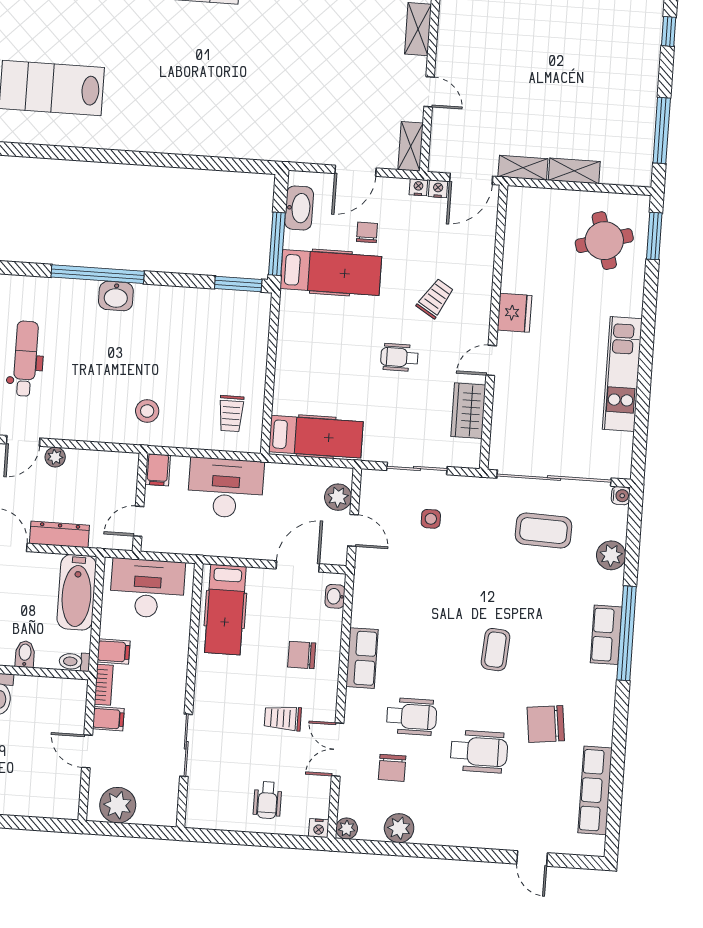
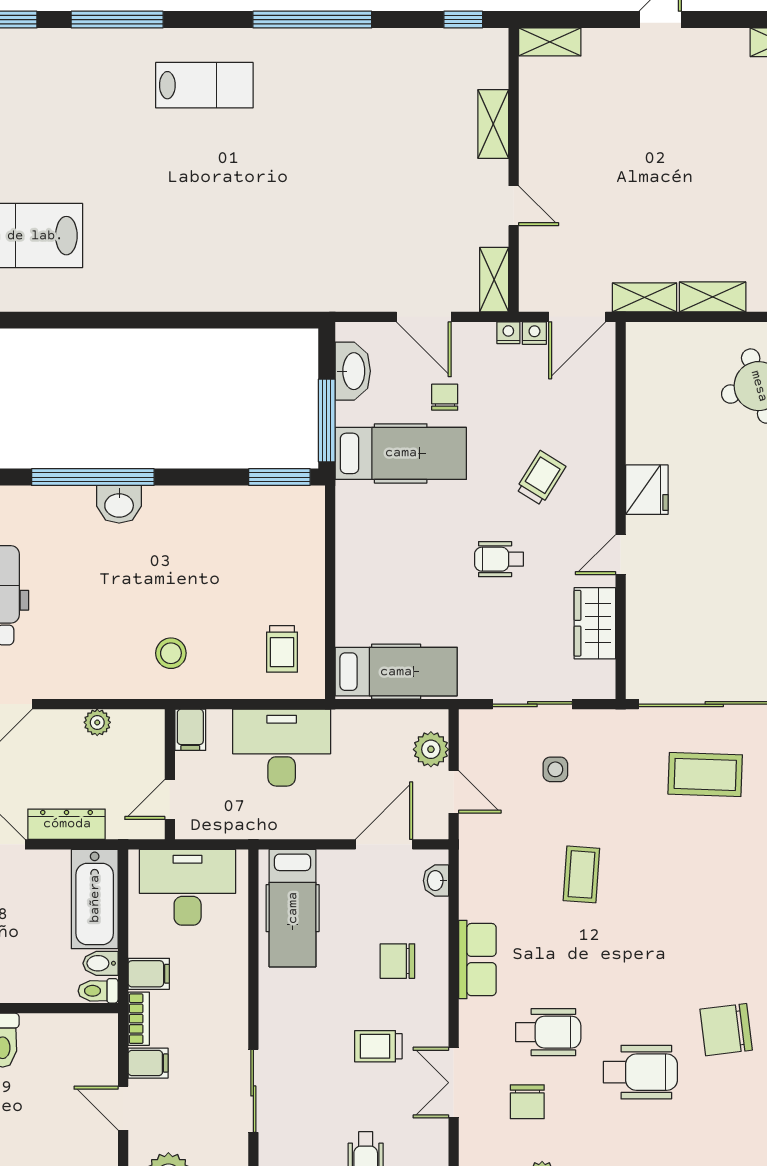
door: (356, 171) -> (424, 317), hinge flipped
plant: (55, 457) -> (97, 722), moved
coffee table: (495, 650) -> (581, 874), moved
bidet: (25, 654) -> (100, 963), moved, turned -90

